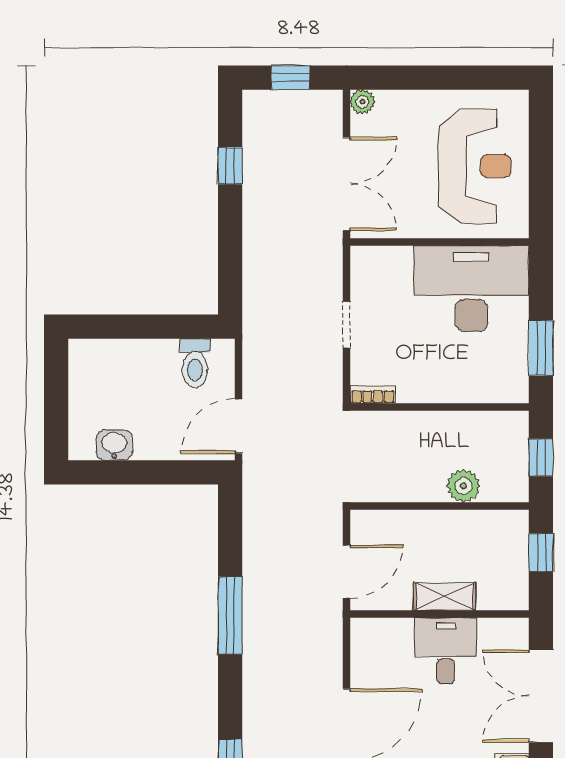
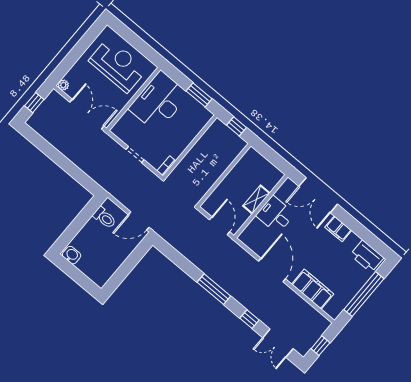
window: (230, 166) -> (47, 149), removed
door: (239, 426) -> (139, 221), hinge flipped
washbasin: (114, 445) -> (72, 255), moved, turned 90
plant: (464, 486) -> (224, 161), removed
window: (541, 553) -> (269, 154), removed
window: (230, 616) -> (214, 289), moved

